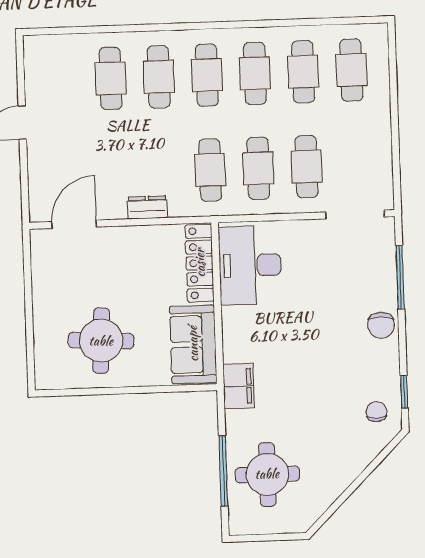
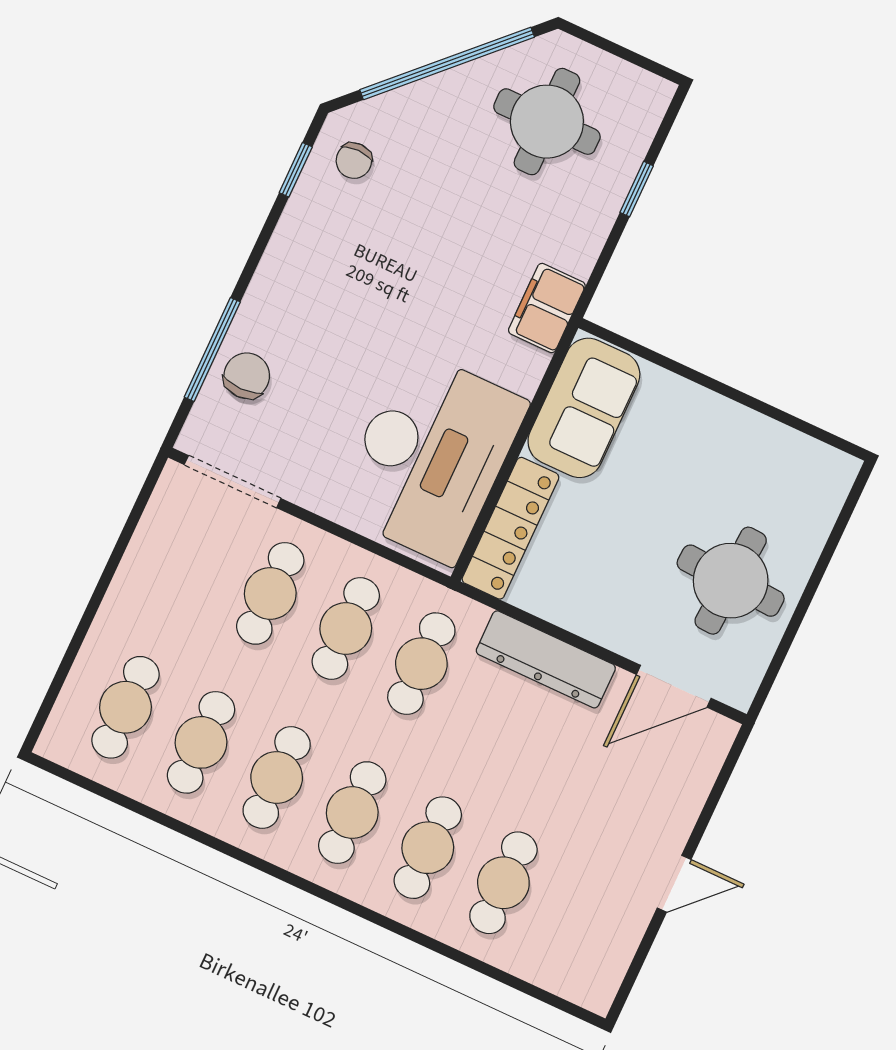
dresser: (147, 207) -> (546, 659), width x1.96, depth x1.24
desk: (250, 265) -> (430, 456), width x1.36, depth x1.30
chair: (381, 325) -> (247, 376), moved
round table: (101, 341) -> (731, 581), moved
window: (223, 471) -> (637, 189), width x0.46
round table: (267, 474) -> (547, 122), moved
window: (354, 486) -> (447, 63), added

